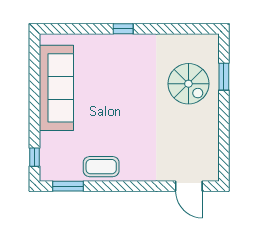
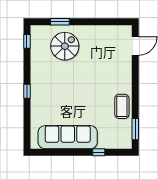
window: (196, 29) -> (27, 41), added
window: (34, 157) -> (99, 152), moved

